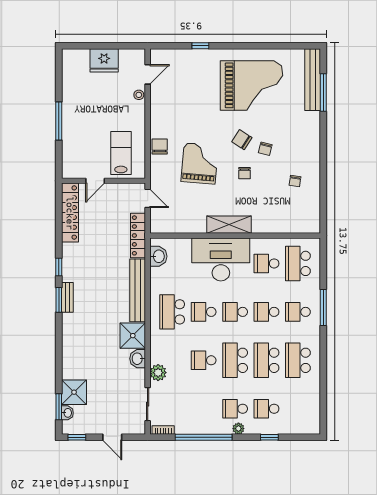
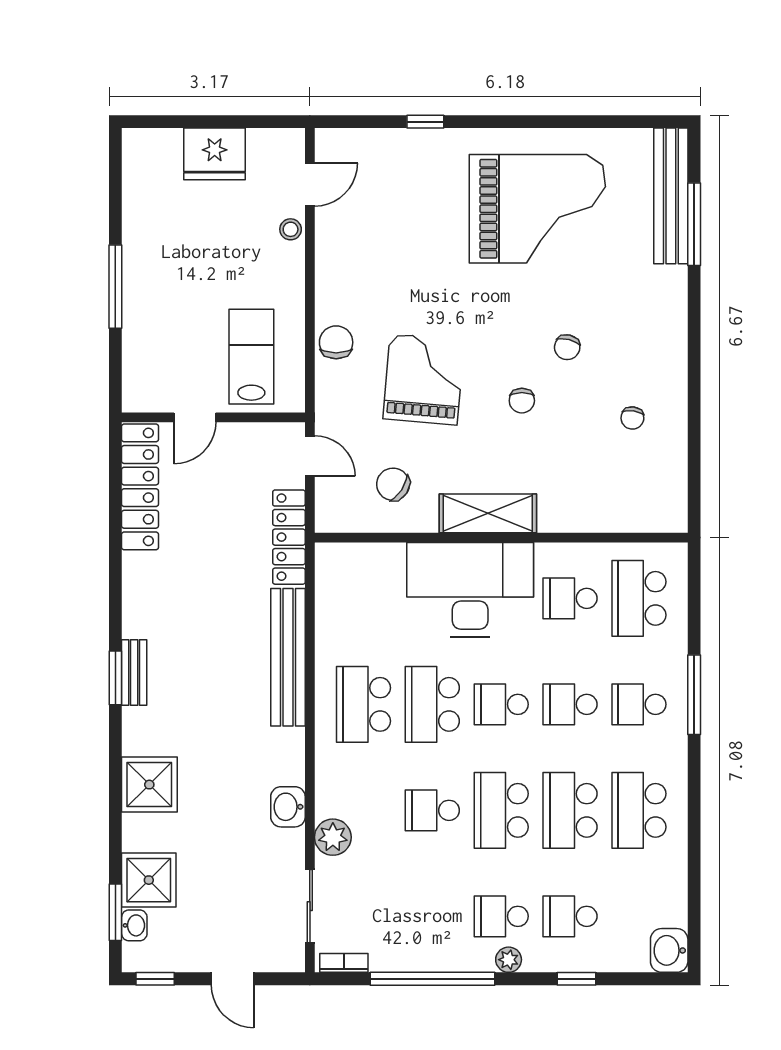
chair: (242, 140) -> (393, 484), moved
washbasin: (158, 256) -> (669, 950), moved, turned 180
window: (59, 267) -> (115, 606), removed
school desk: (204, 312) -> (432, 704), width x1.85
shower: (133, 336) -> (149, 785), moved

